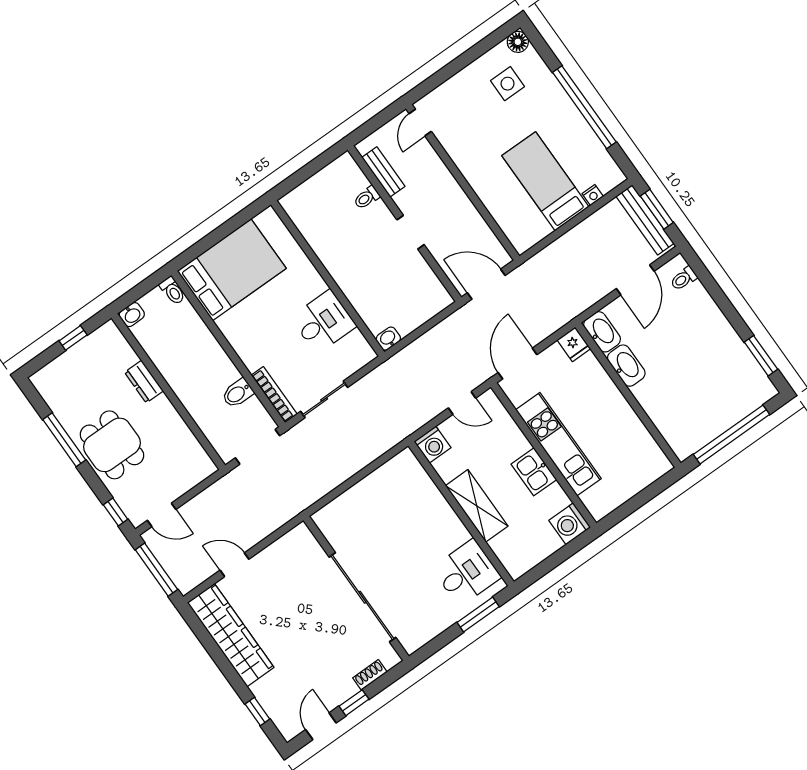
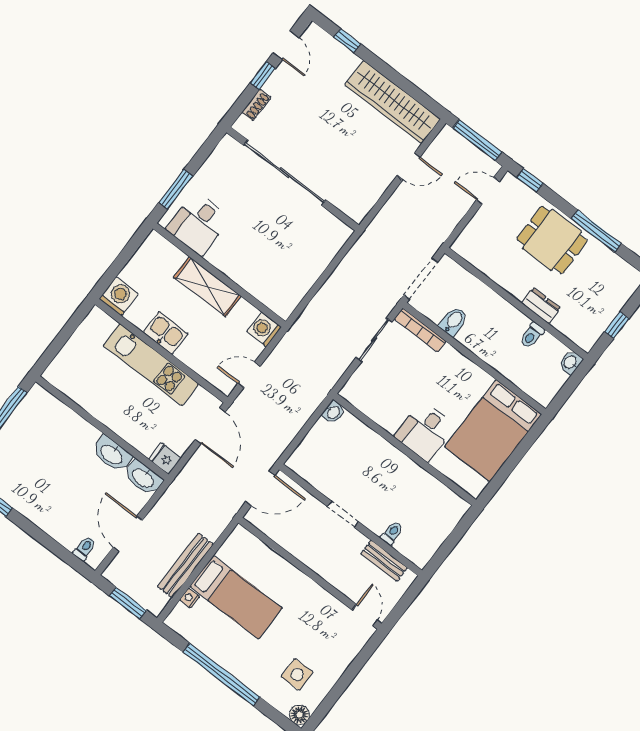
bench: (645, 220) -> (185, 566), moved, turned 90
toilet: (173, 291) -> (532, 335), moved, turned -90
desk: (323, 322) -> (425, 431), moved

